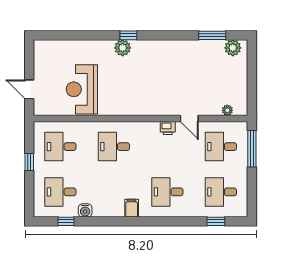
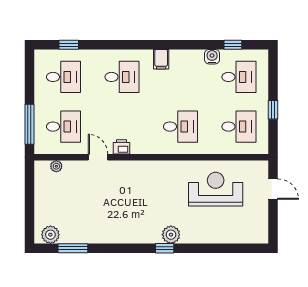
reception desk: (82, 89) -> (216, 189), turned -90

